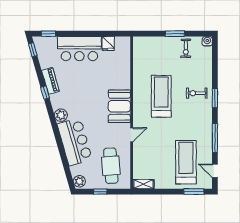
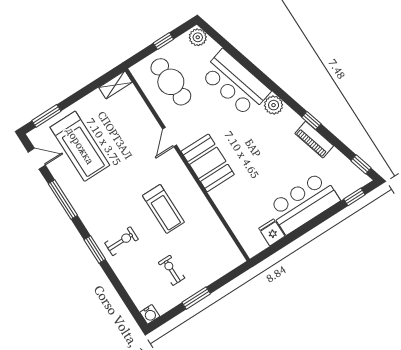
exercise bike: (186, 48) -> (172, 270), moved
treadmill: (161, 96) -> (163, 209), width x0.73, depth x0.73

